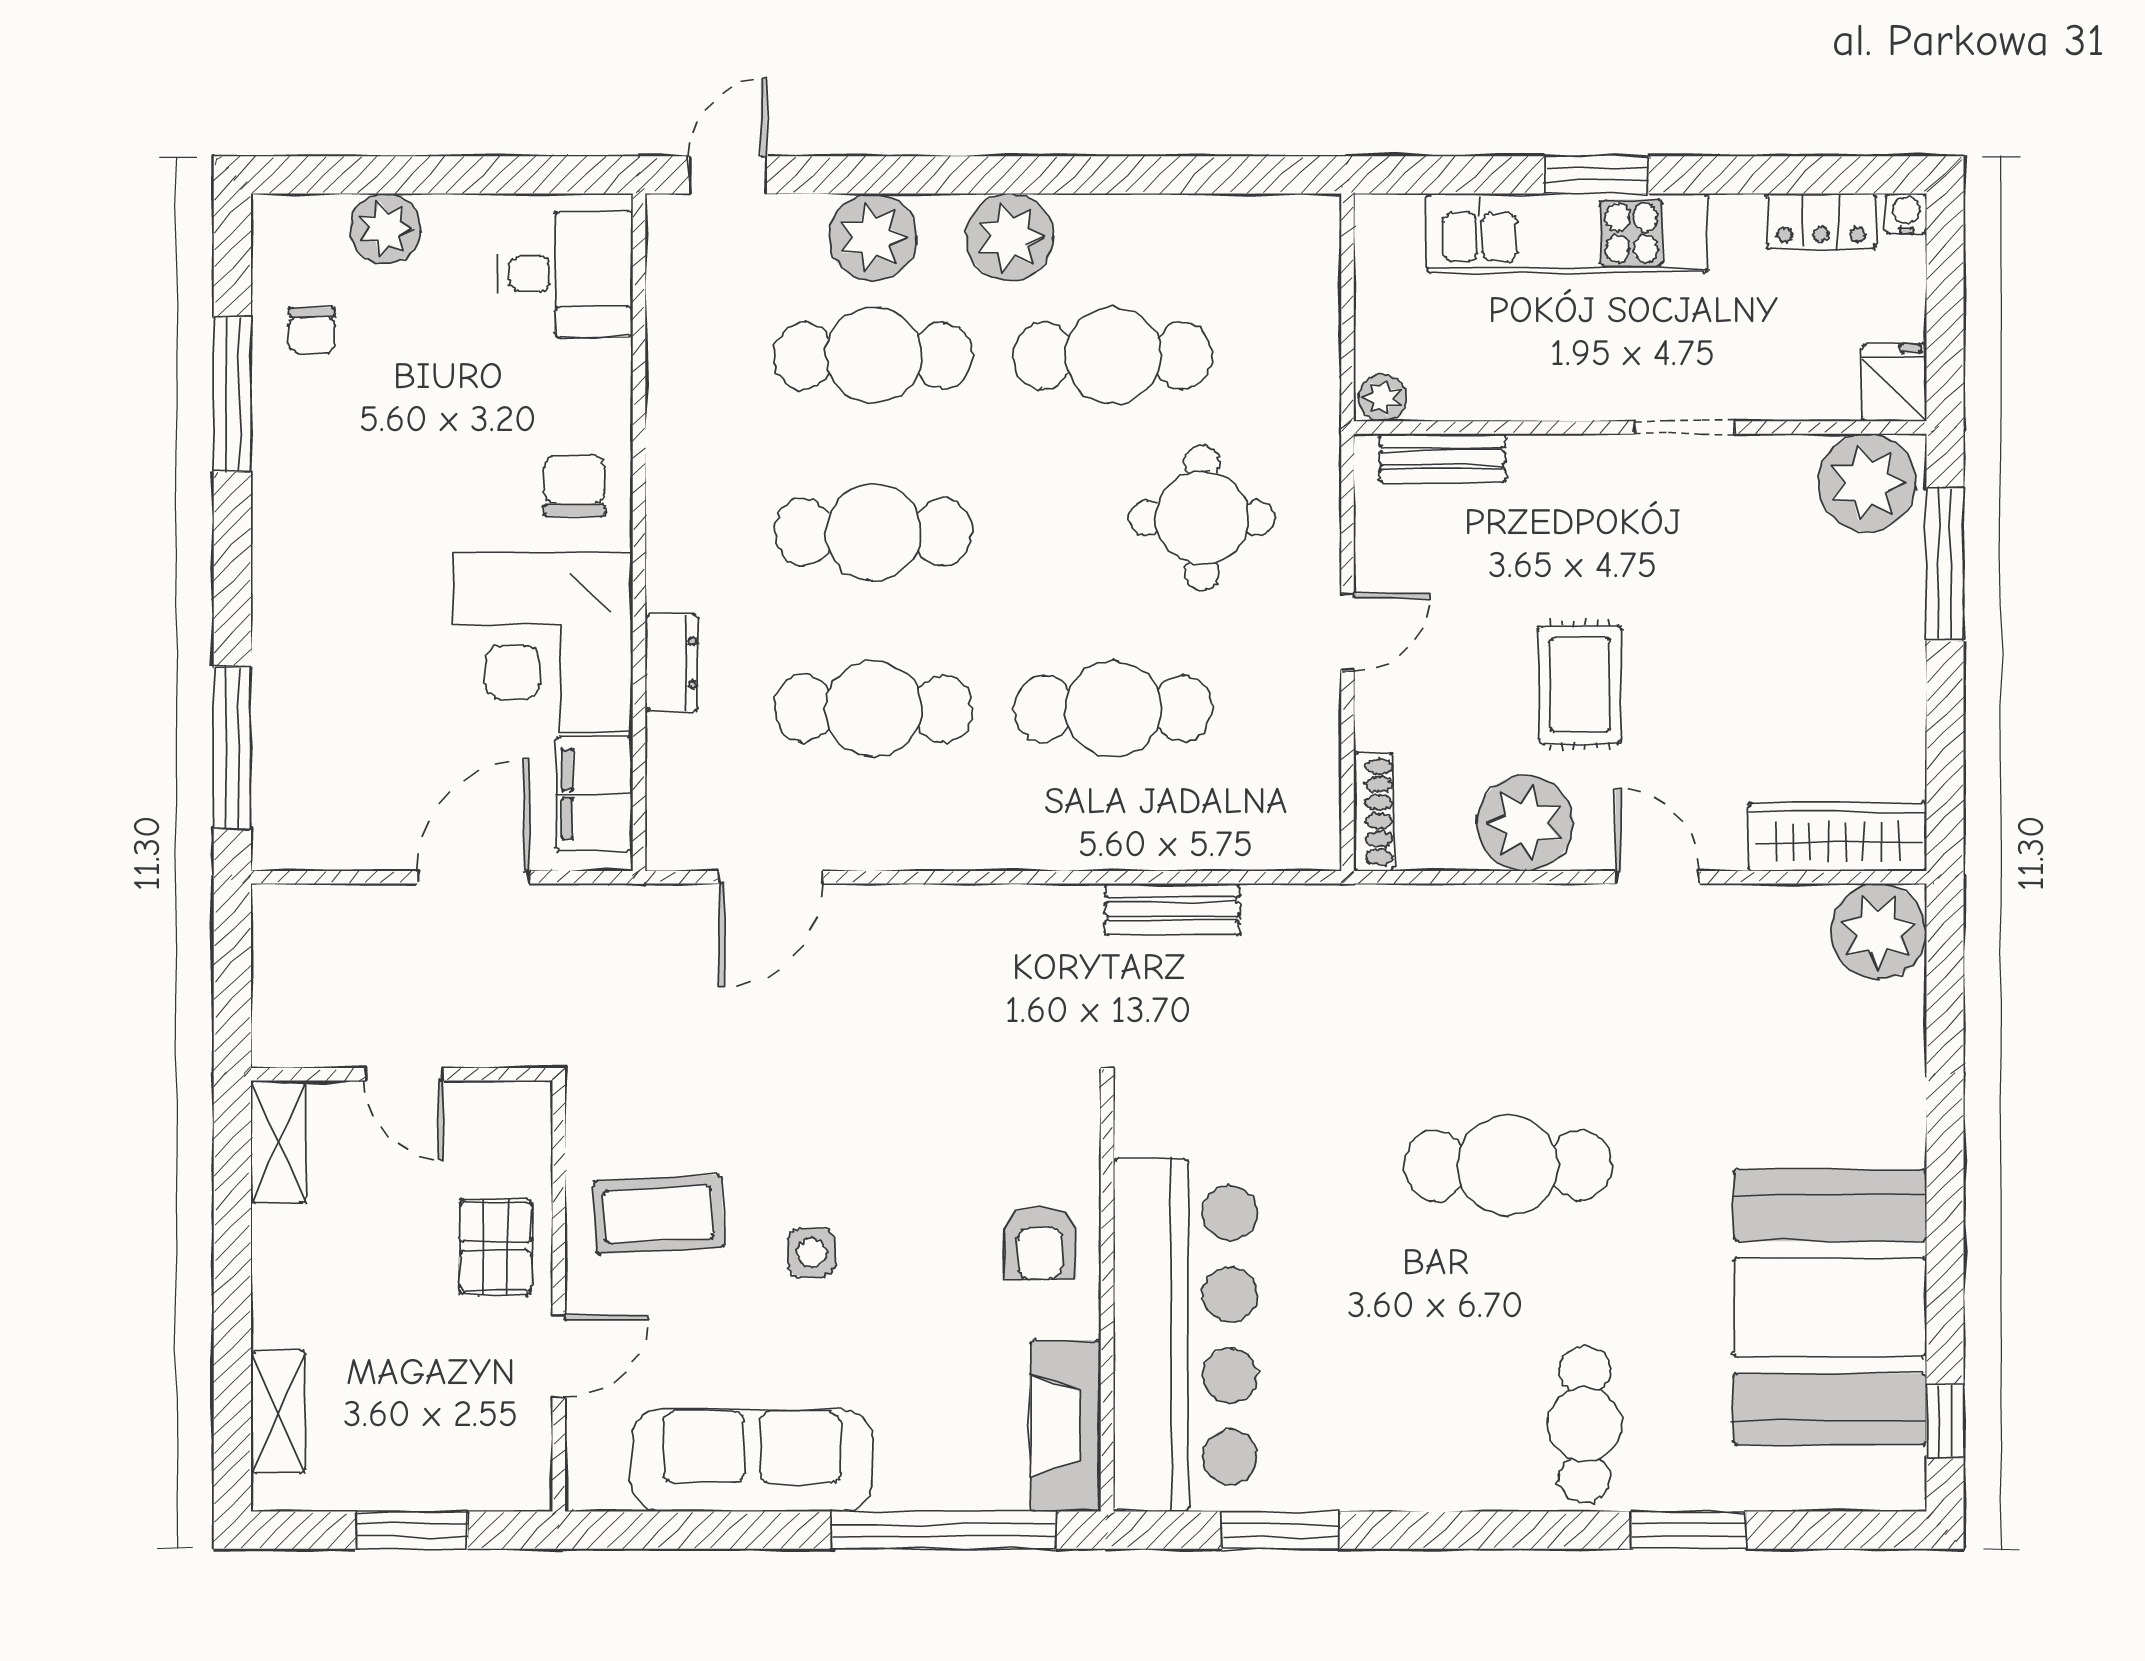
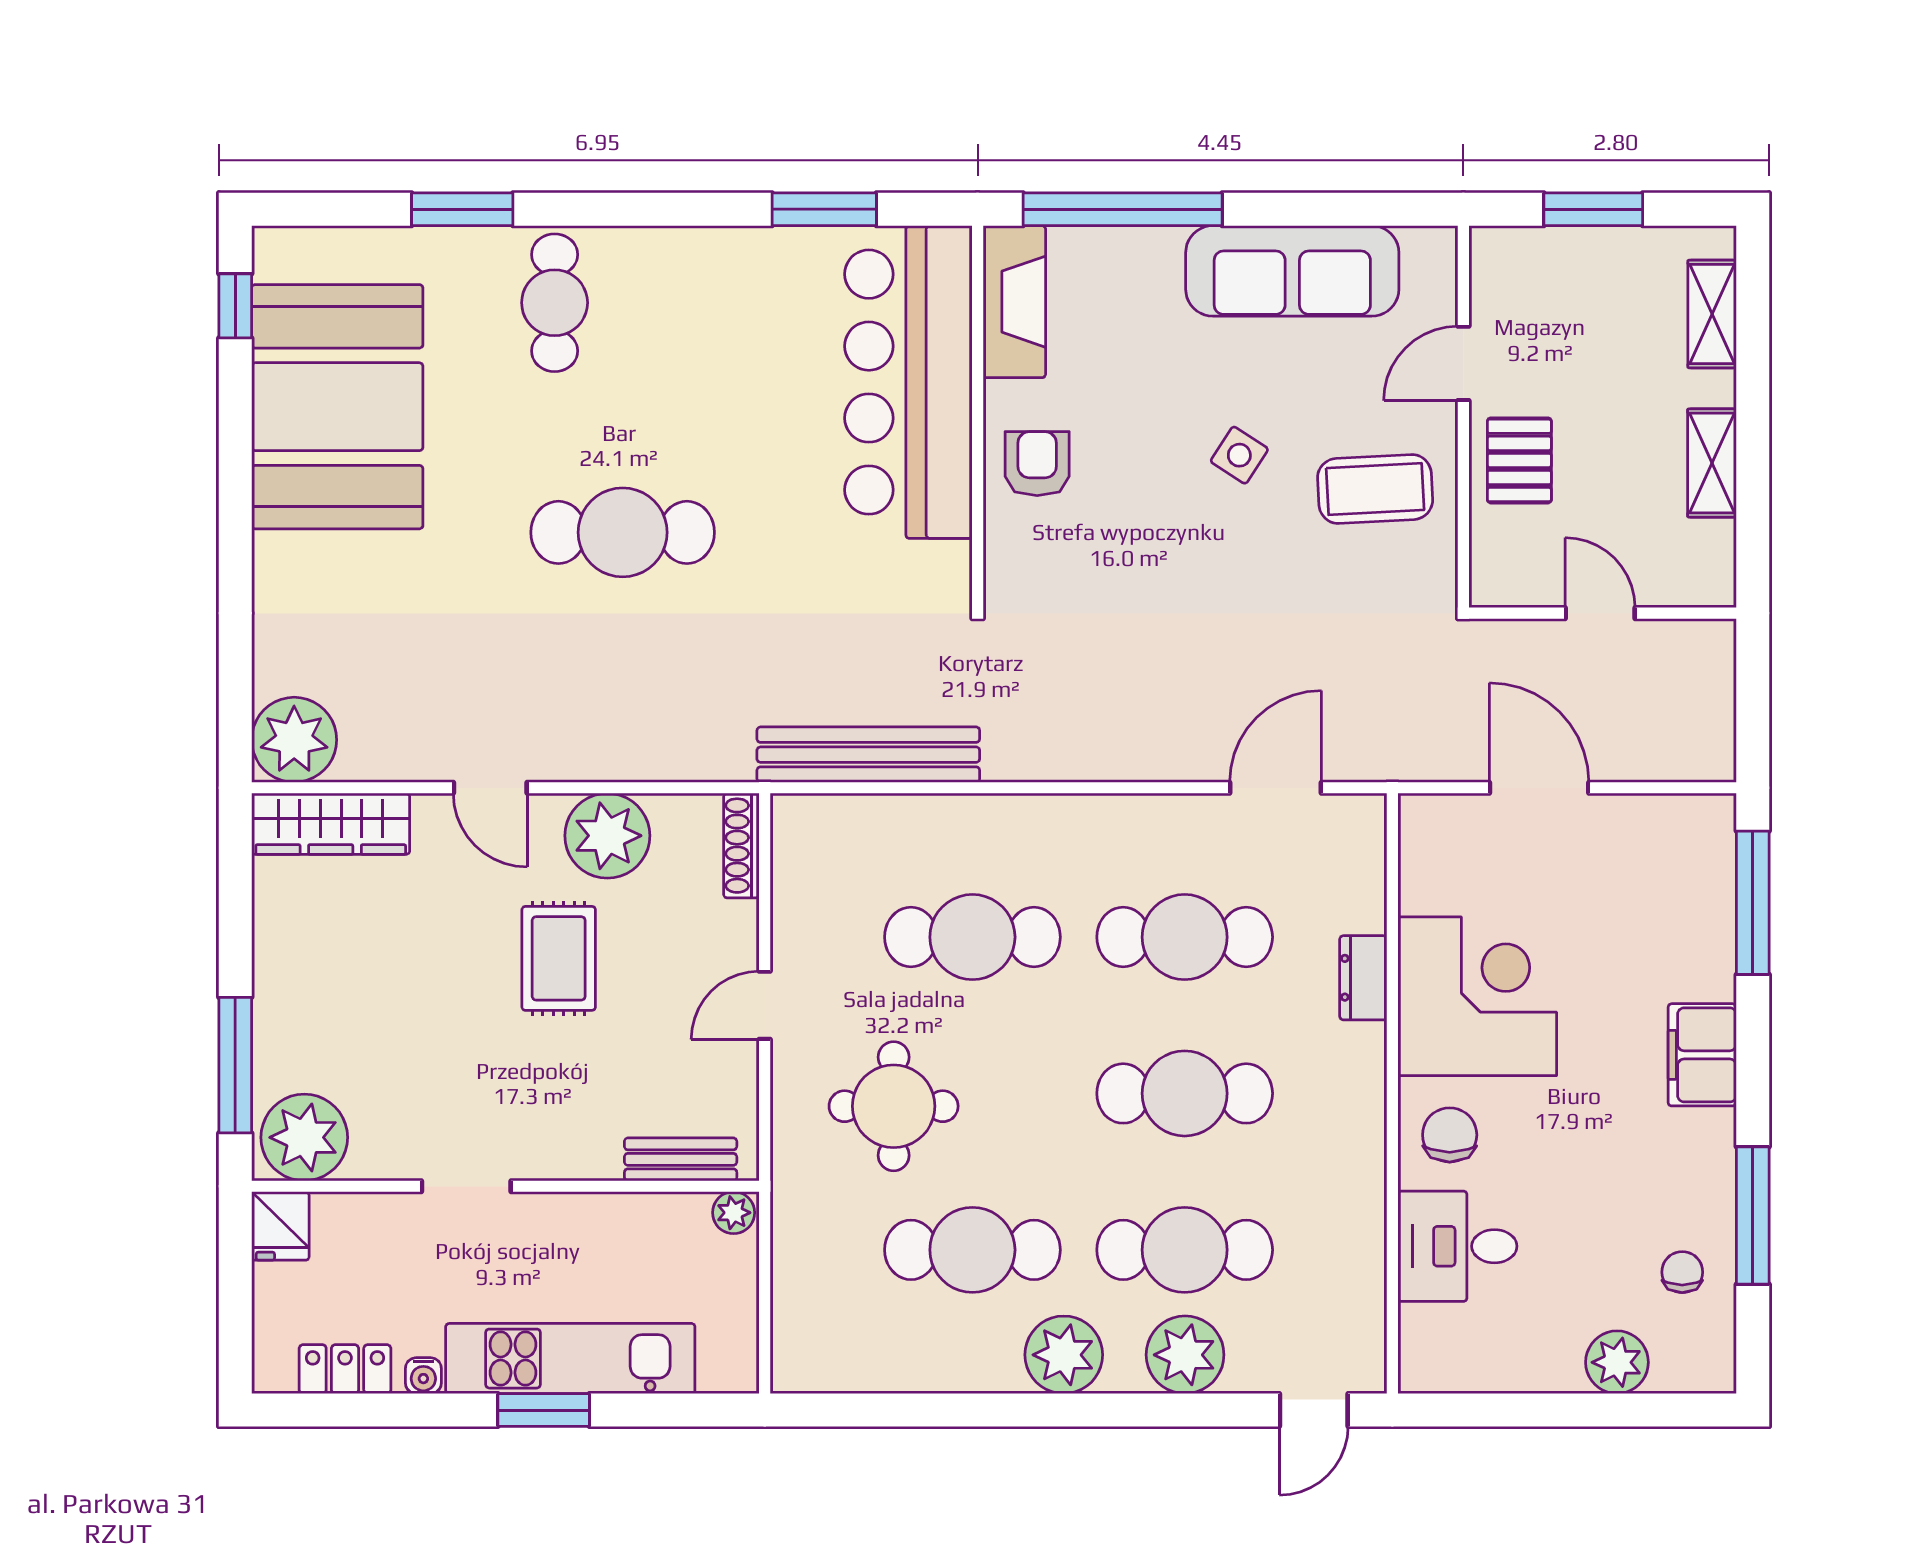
water cooler: (1906, 214) -> (423, 1376), moved
desk: (566, 274) -> (1457, 1246), moved
chair: (574, 485) -> (1450, 1135), turned 180
filing cabinet: (594, 794) -> (1702, 1055), moved, turned 180
door: (473, 877) -> (1539, 788), swing flipped
bench: (1172, 909) -> (868, 755), width x1.86, depth x1.21
shelving: (278, 1142) -> (1712, 463), moved
side table: (812, 1253) -> (1239, 455), turned 33

